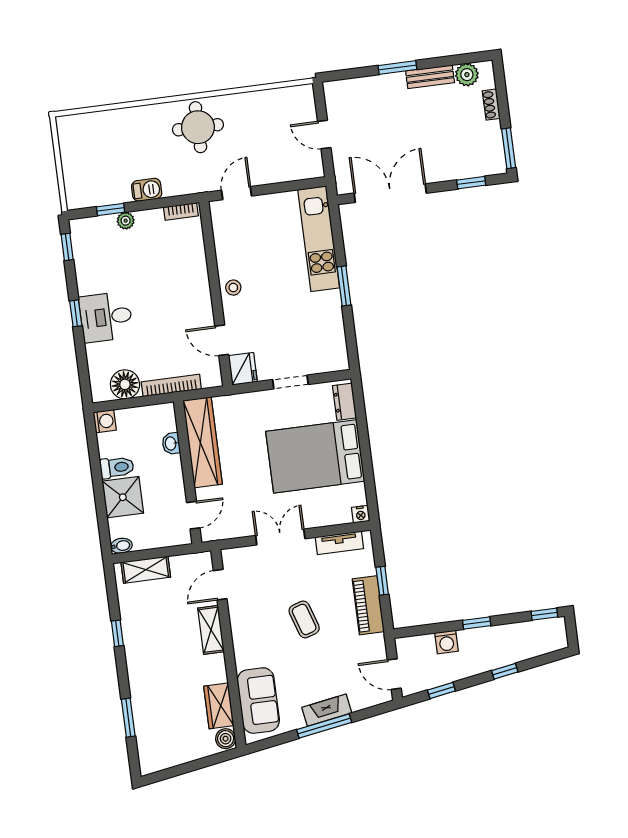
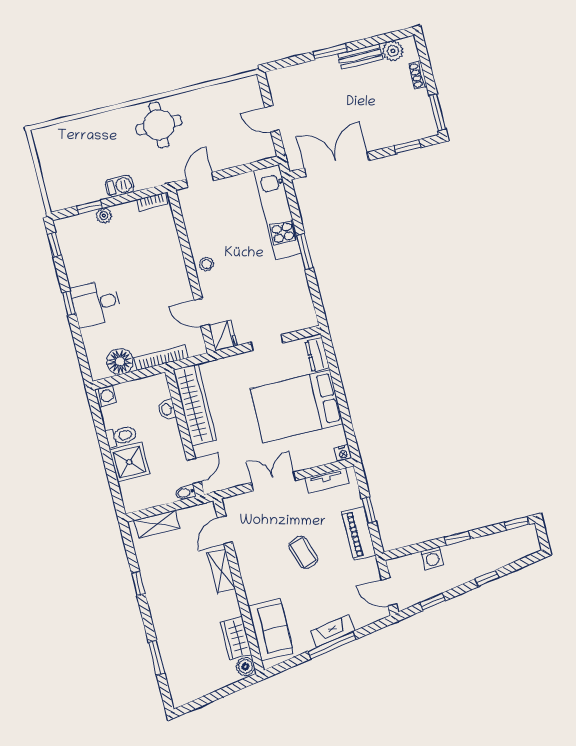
bidet: (121, 546) -> (185, 493), moved, turned 180

